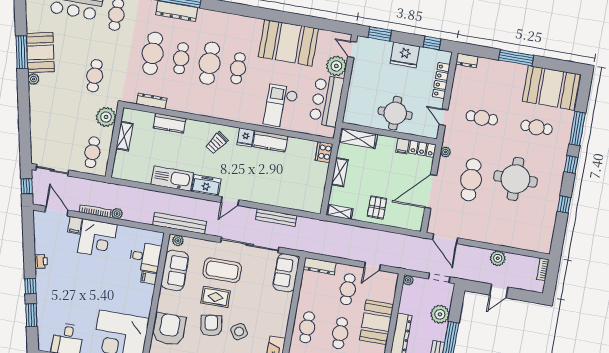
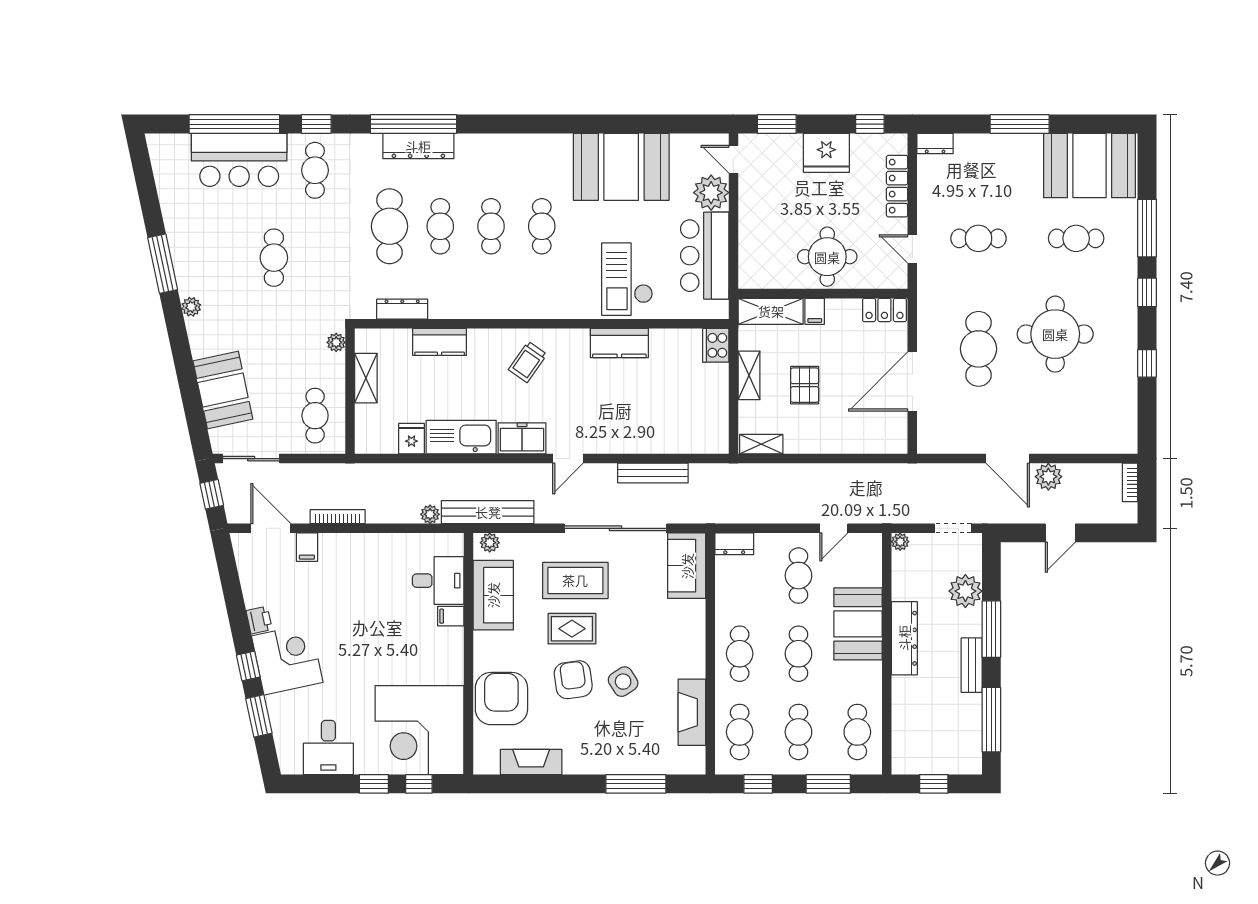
booth: (40, 52) -> (223, 390), moved
cafe table: (210, 63) -> (491, 226), width x0.73, depth x0.74
cafe table: (95, 76) -> (274, 258), moved
plant: (106, 117) -> (336, 342), width x0.53, depth x0.53
fridge: (246, 137) -> (411, 439), moved, turned 180
filing cabinet: (402, 146) -> (815, 311), moved
plant: (445, 152) -> (926, 309), removed
pallet: (377, 207) -> (805, 385), moved
plant: (117, 214) -> (430, 514), moved
corner desk: (97, 238) -> (287, 659), moved, turned -102
door: (445, 239) -> (1008, 459), moved
dresser: (320, 266) -> (734, 544), width x0.70

